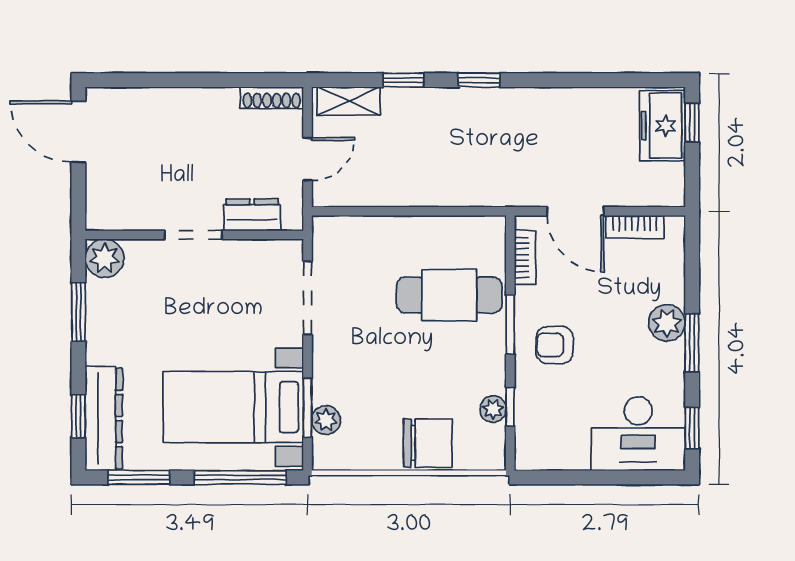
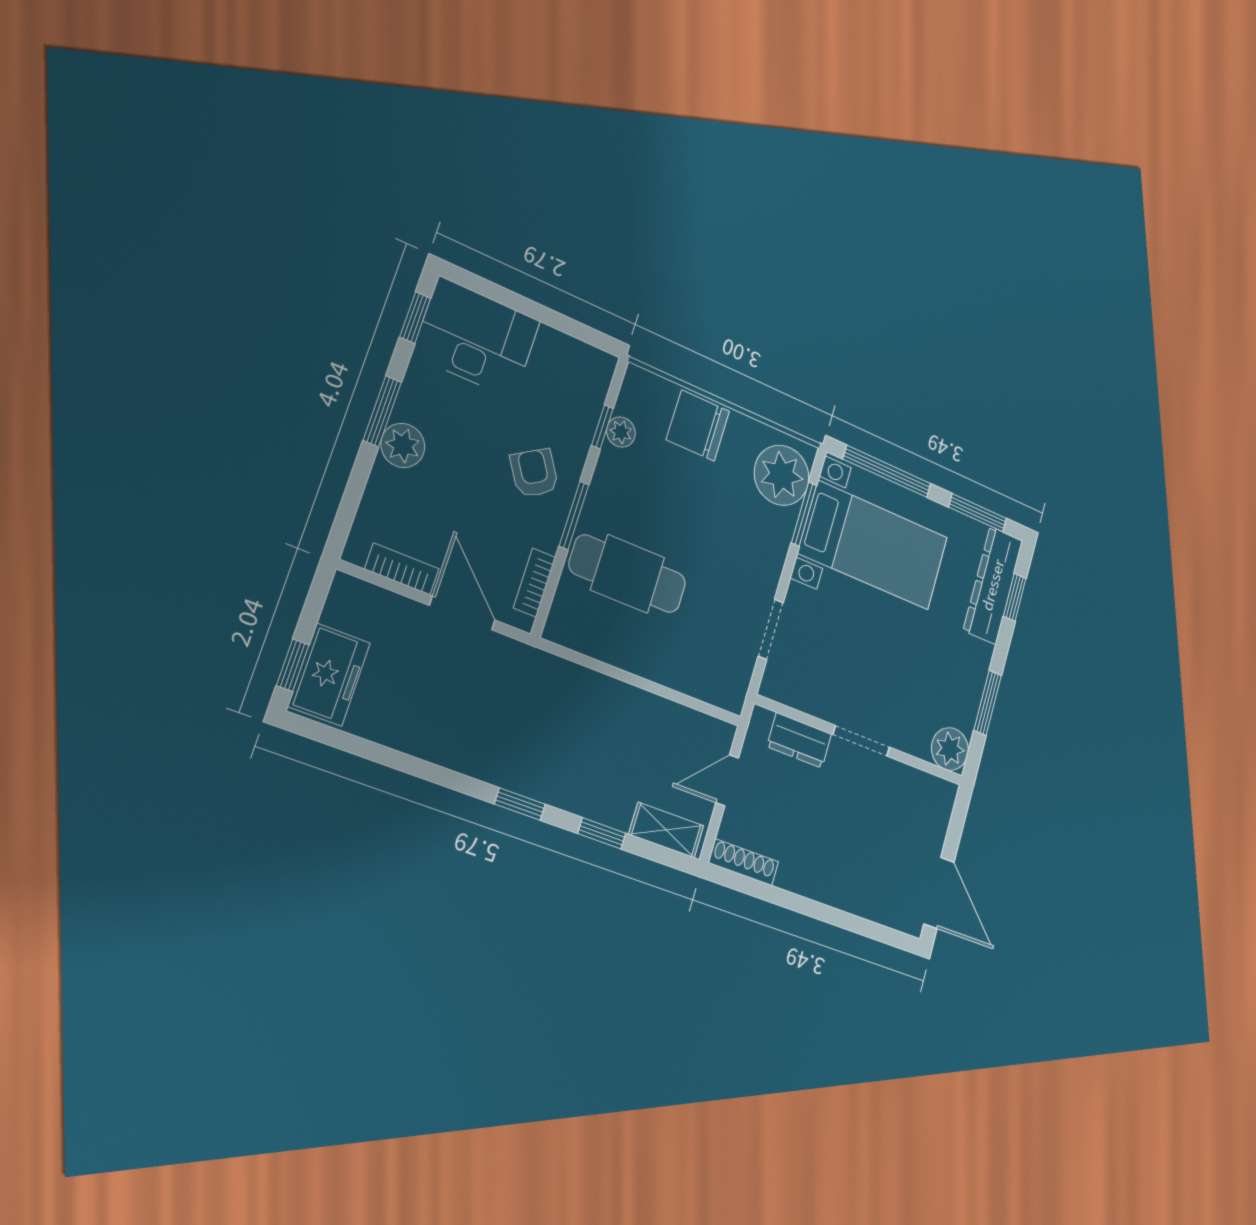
doorway: (308, 298) -> (771, 629), width x0.73
armchair: (555, 345) -> (534, 473), turned -122
plant: (326, 420) -> (782, 475), width x1.87, depth x1.87

